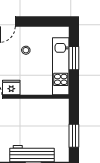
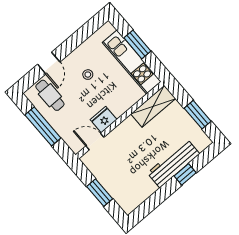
shelving: (50, 106) -> (153, 106), added

